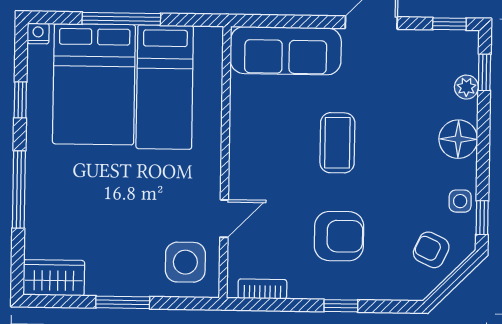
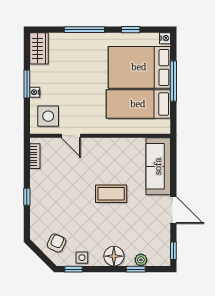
window: (484, 72) -> (136, 269), moved
armchair: (339, 236) -> (63, 195), removed
nightstand: (139, 287) -> (35, 92), added

